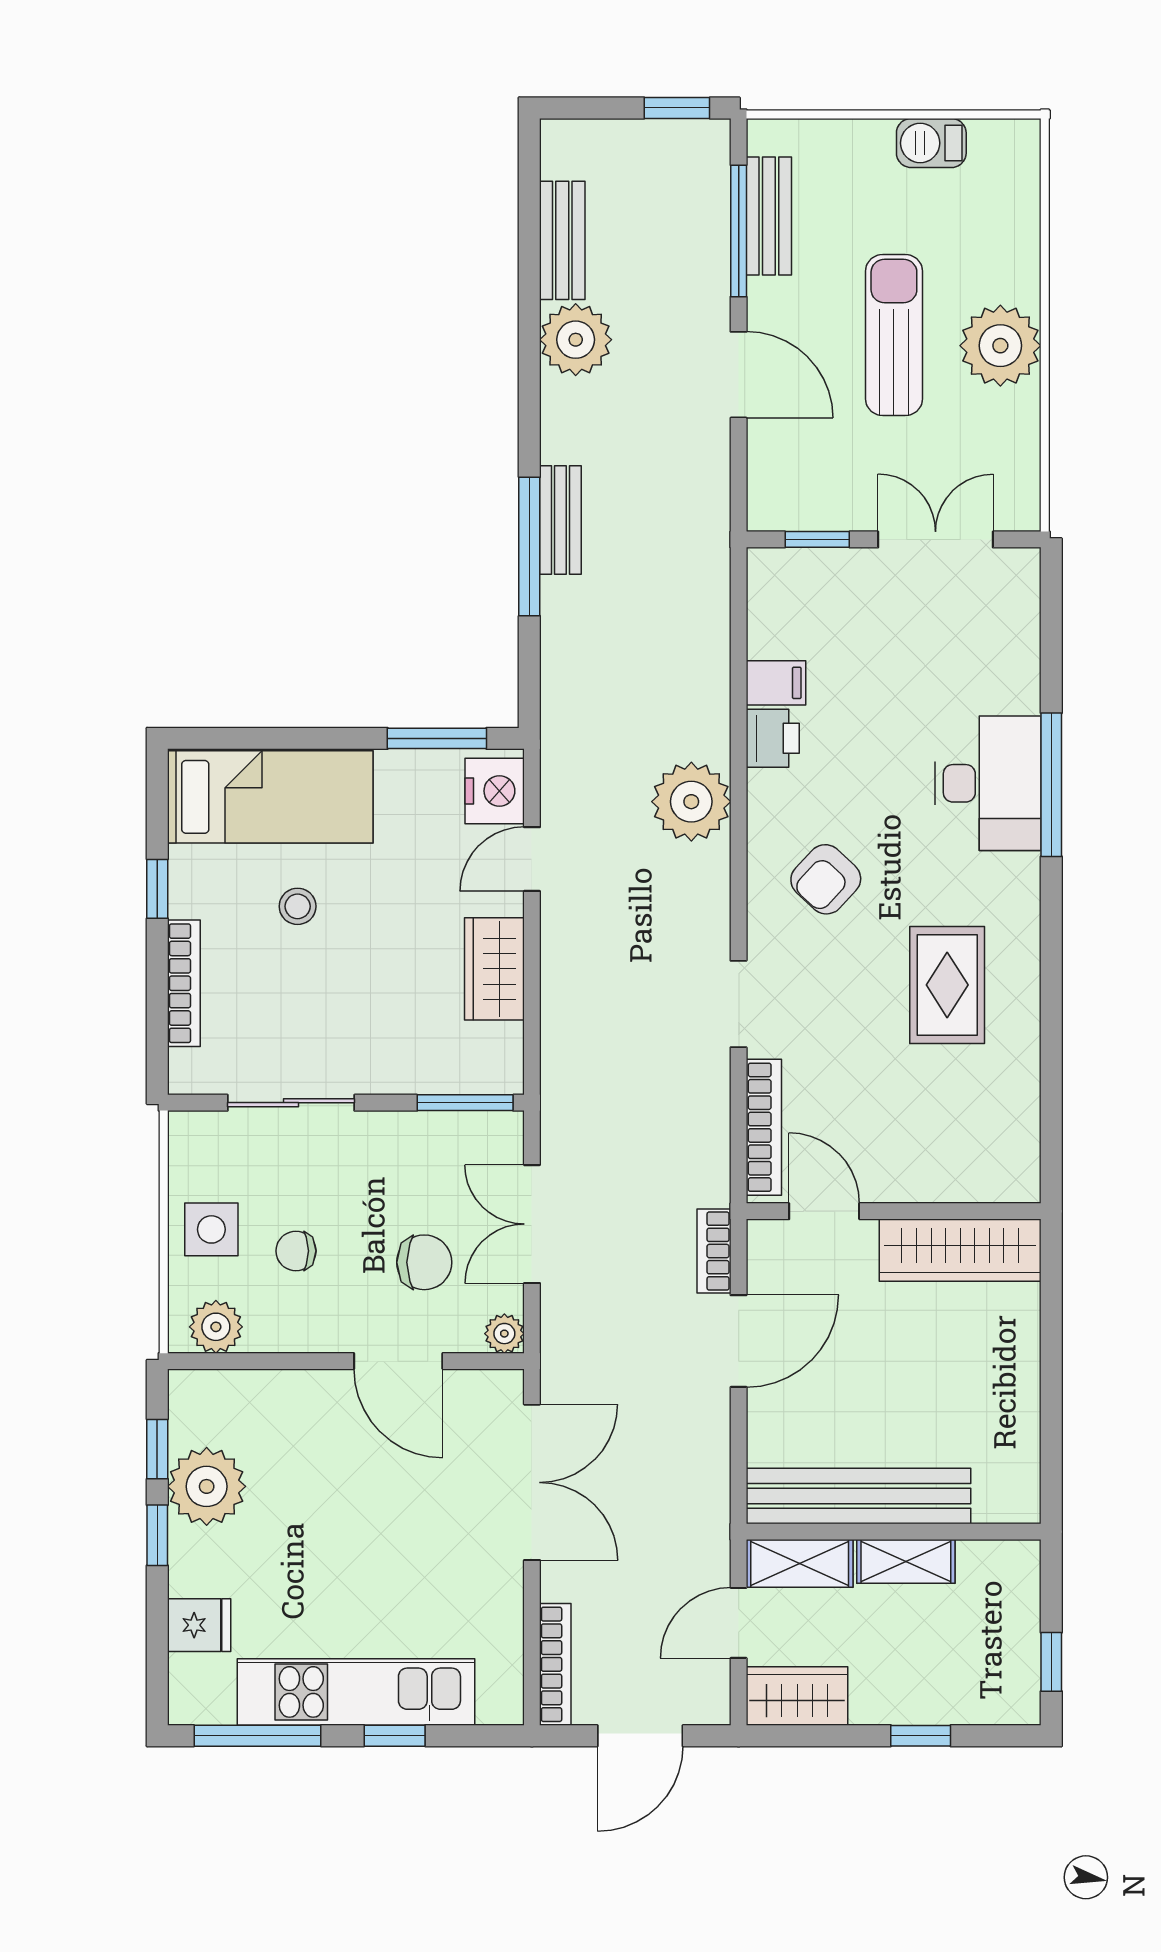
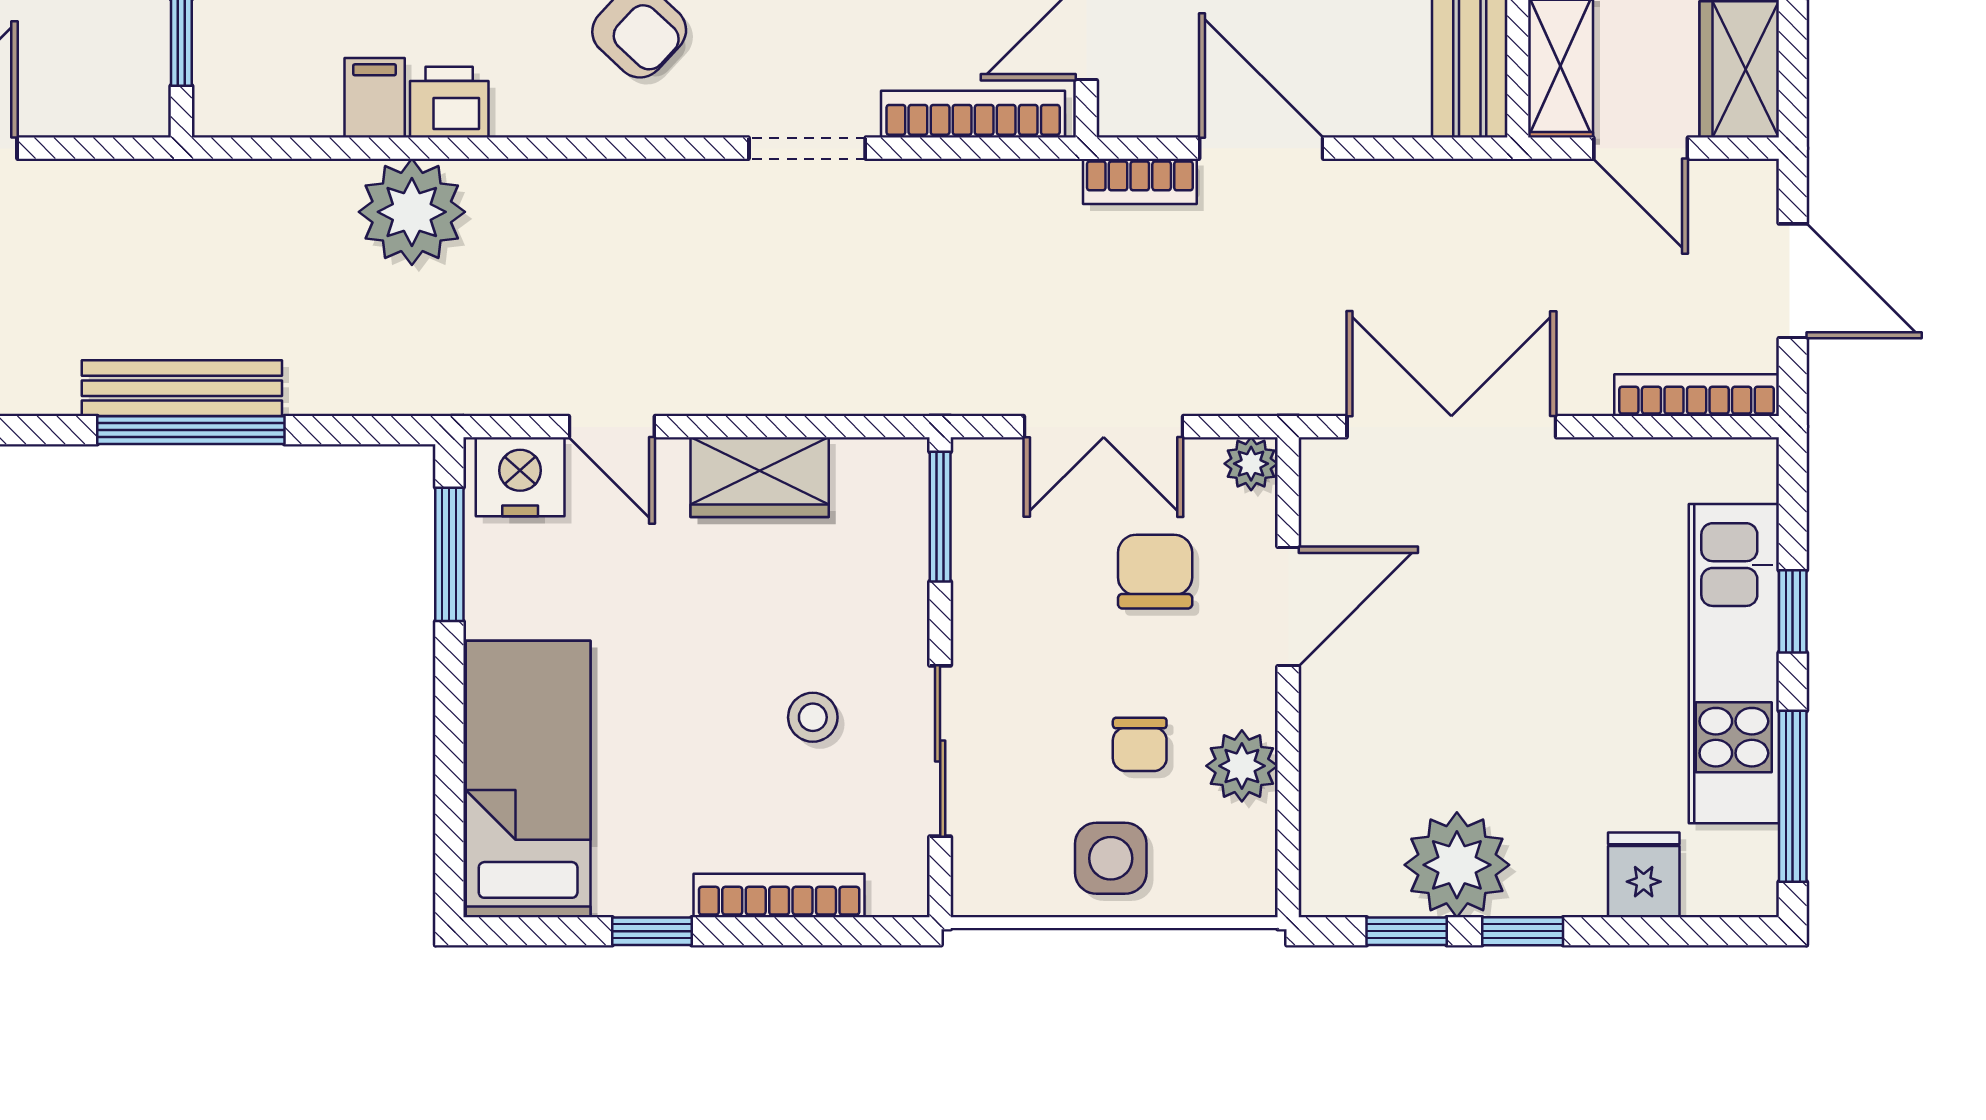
bench: (560, 520) -> (182, 388), width x1.36
plant: (691, 802) -> (412, 212), moved
stool: (298, 906) -> (813, 717), moved
plant: (216, 1327) -> (1242, 766), moved

